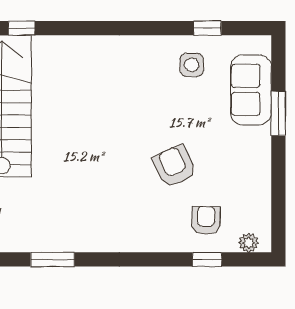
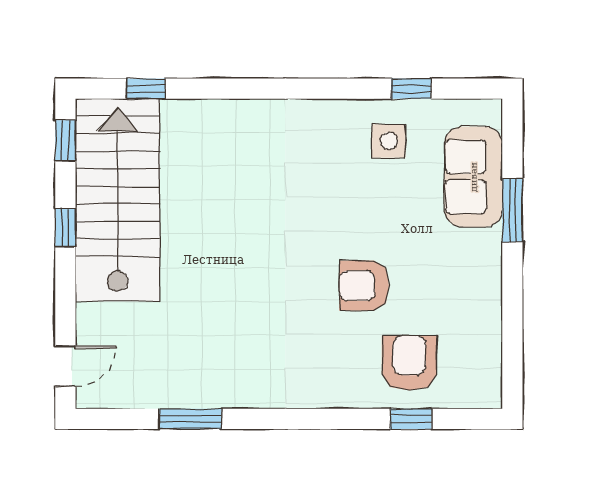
armchair: (174, 166) -> (364, 286), turned -65
armchair: (206, 220) -> (409, 363), width x1.38, depth x1.38
plant: (249, 243) -> (470, 395), removed

